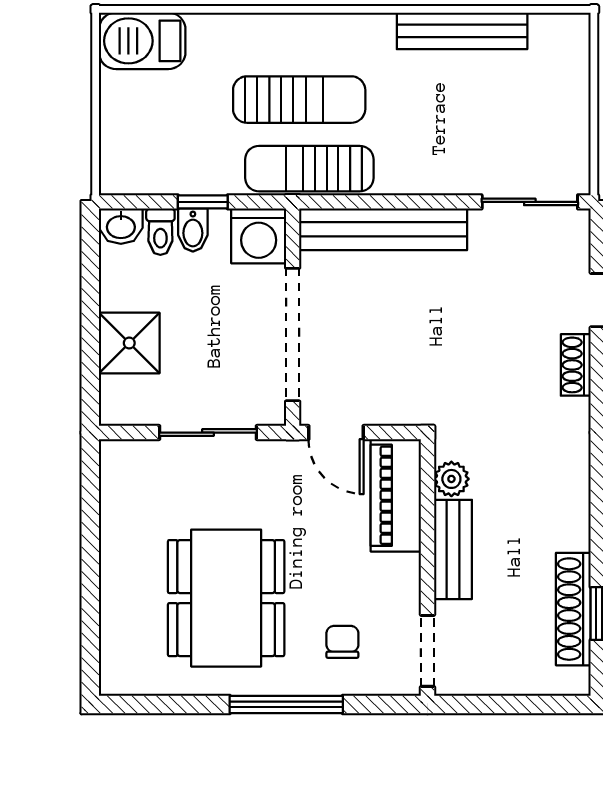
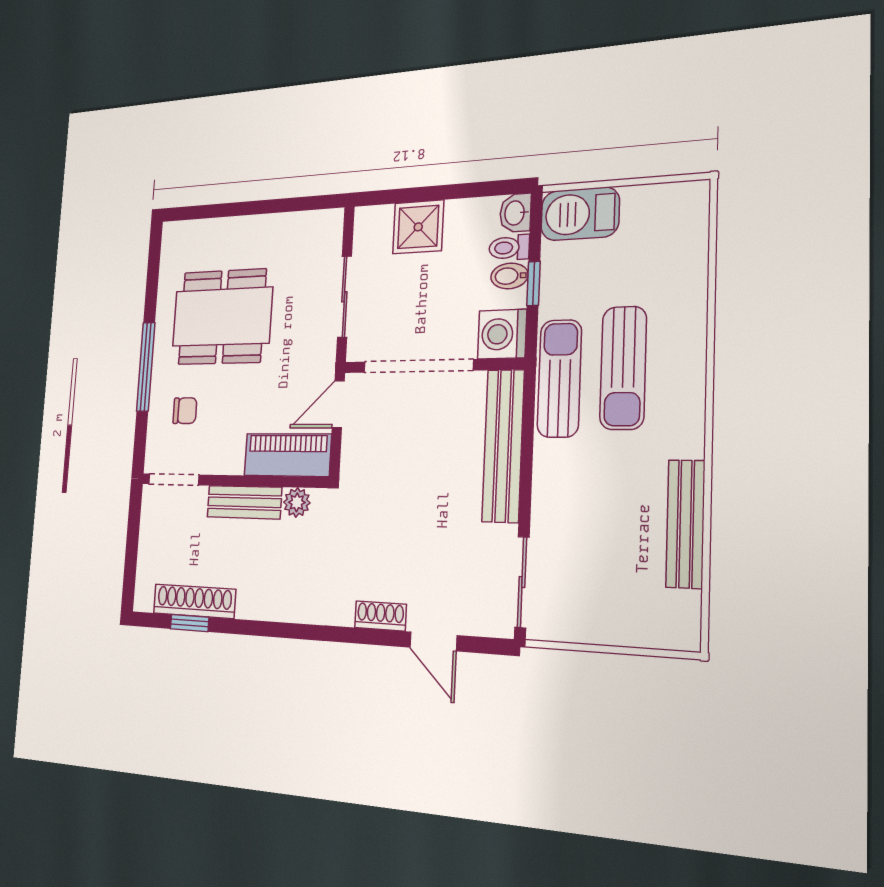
barbecue: (142, 41) -> (580, 214), moved, turned -90

